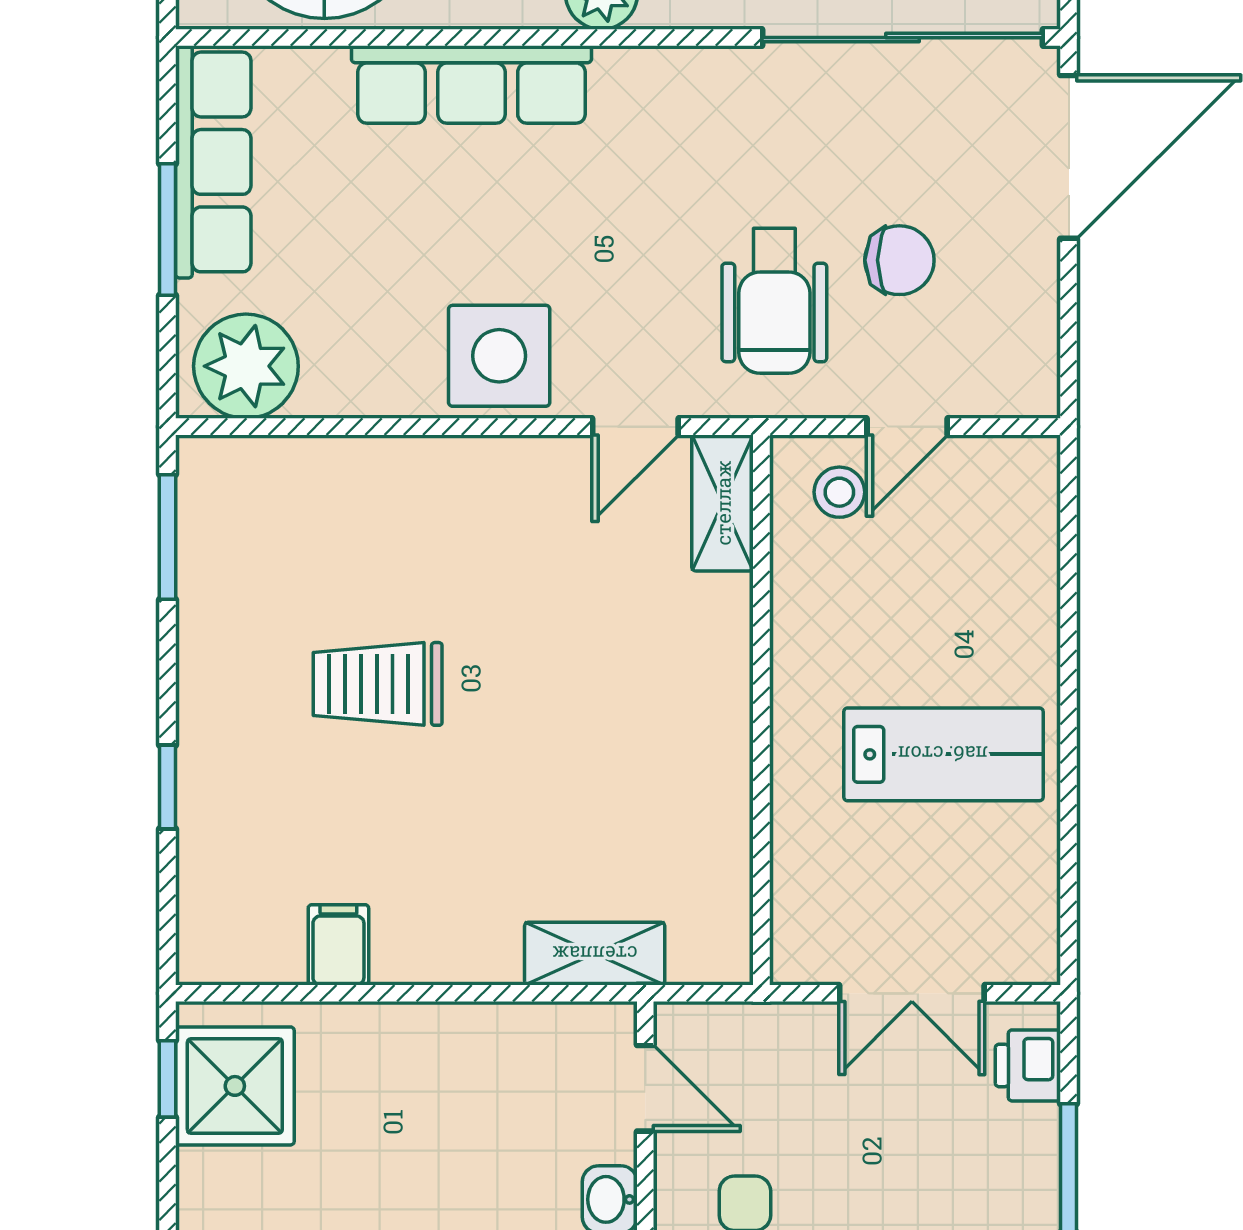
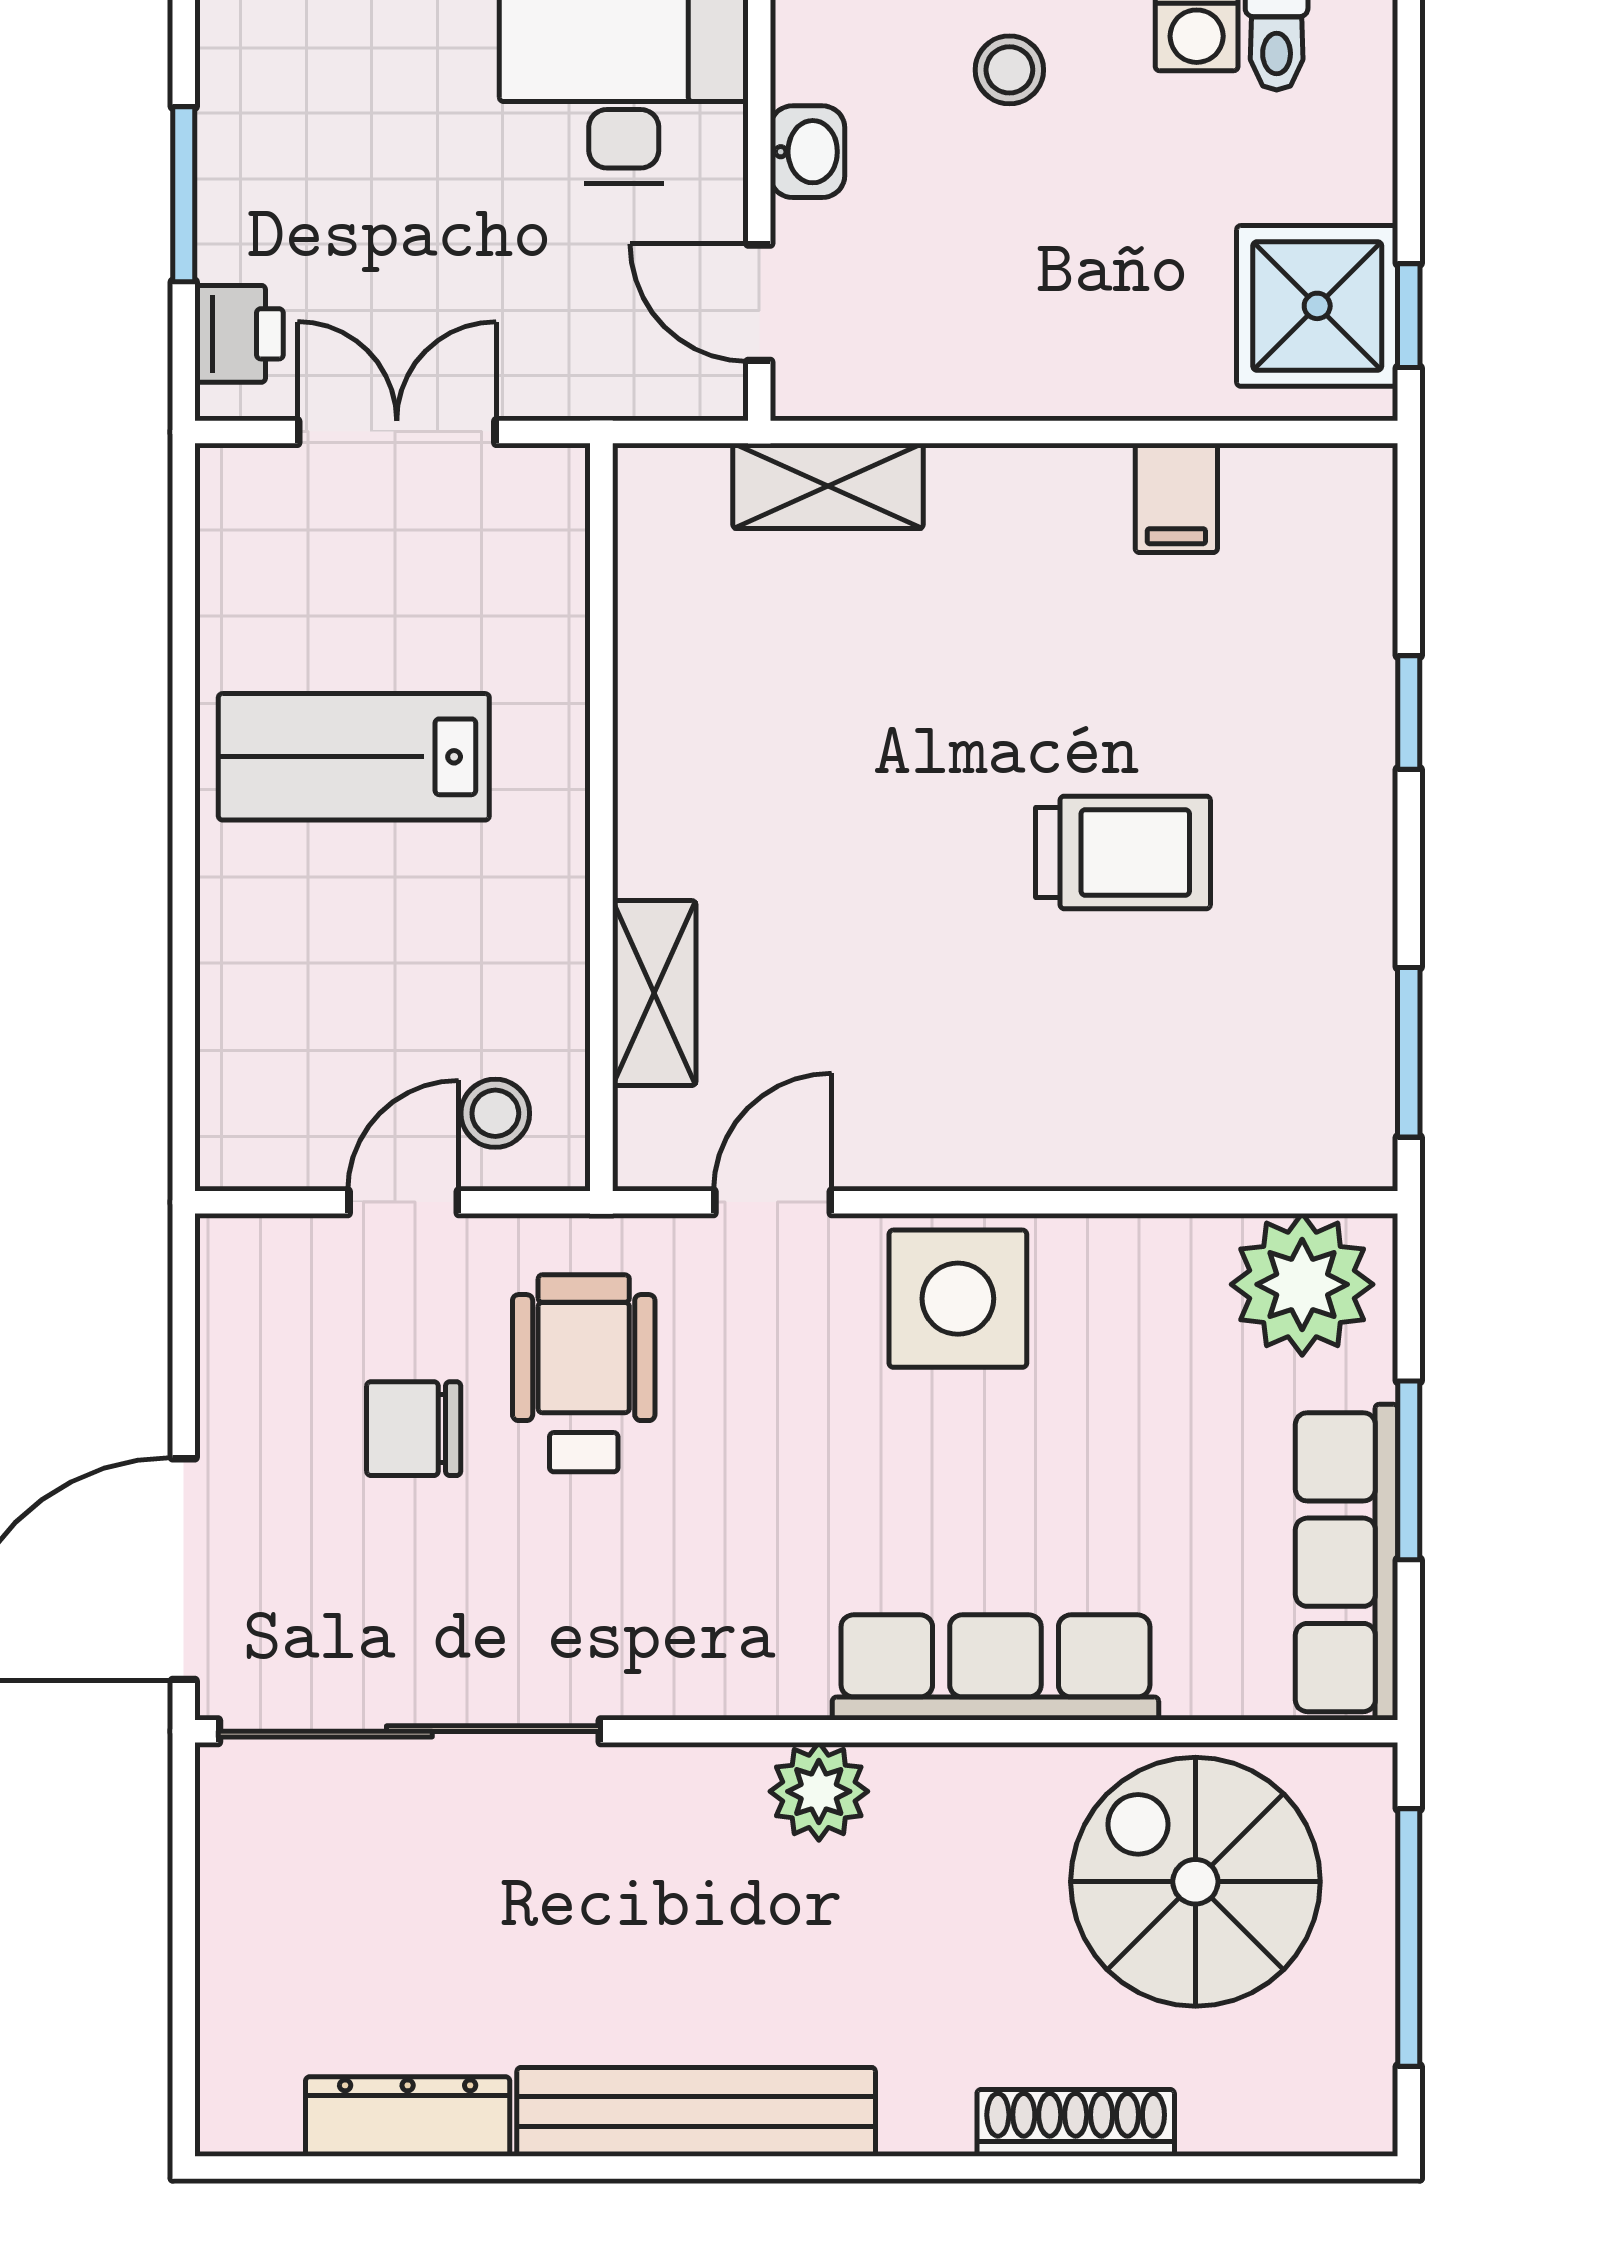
shelving: (723, 503) -> (654, 993), moved

